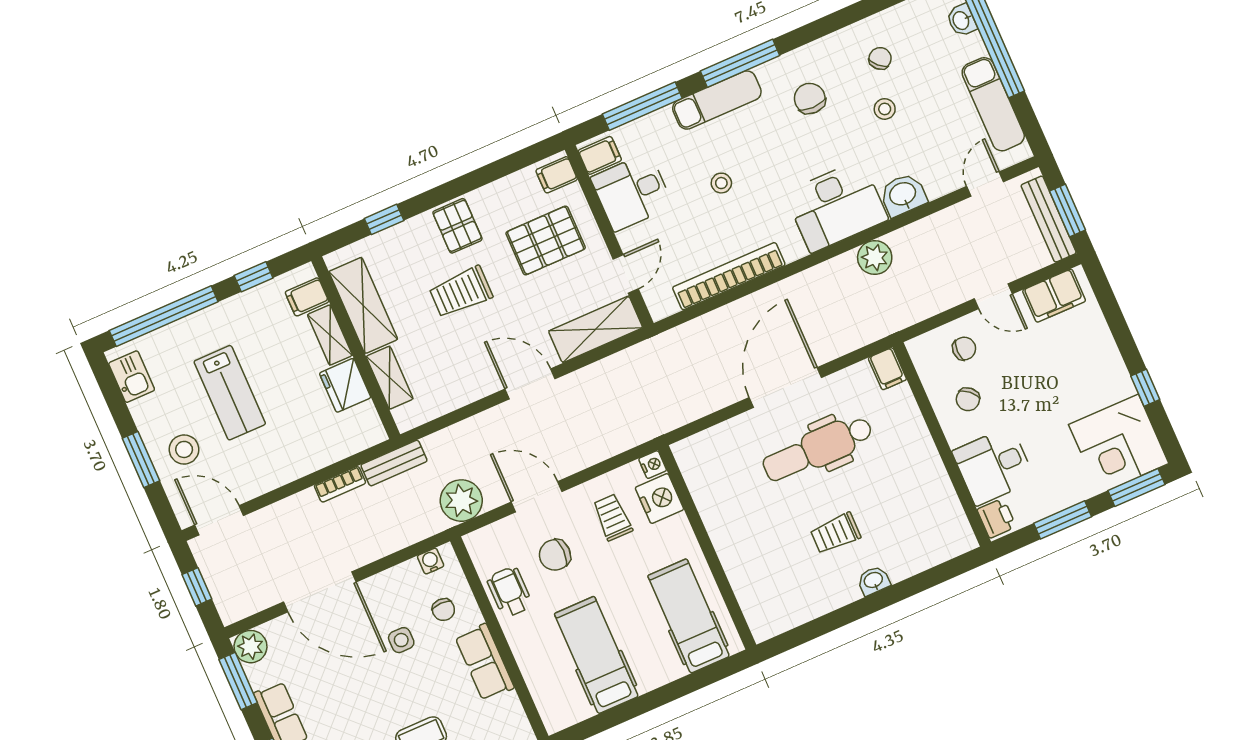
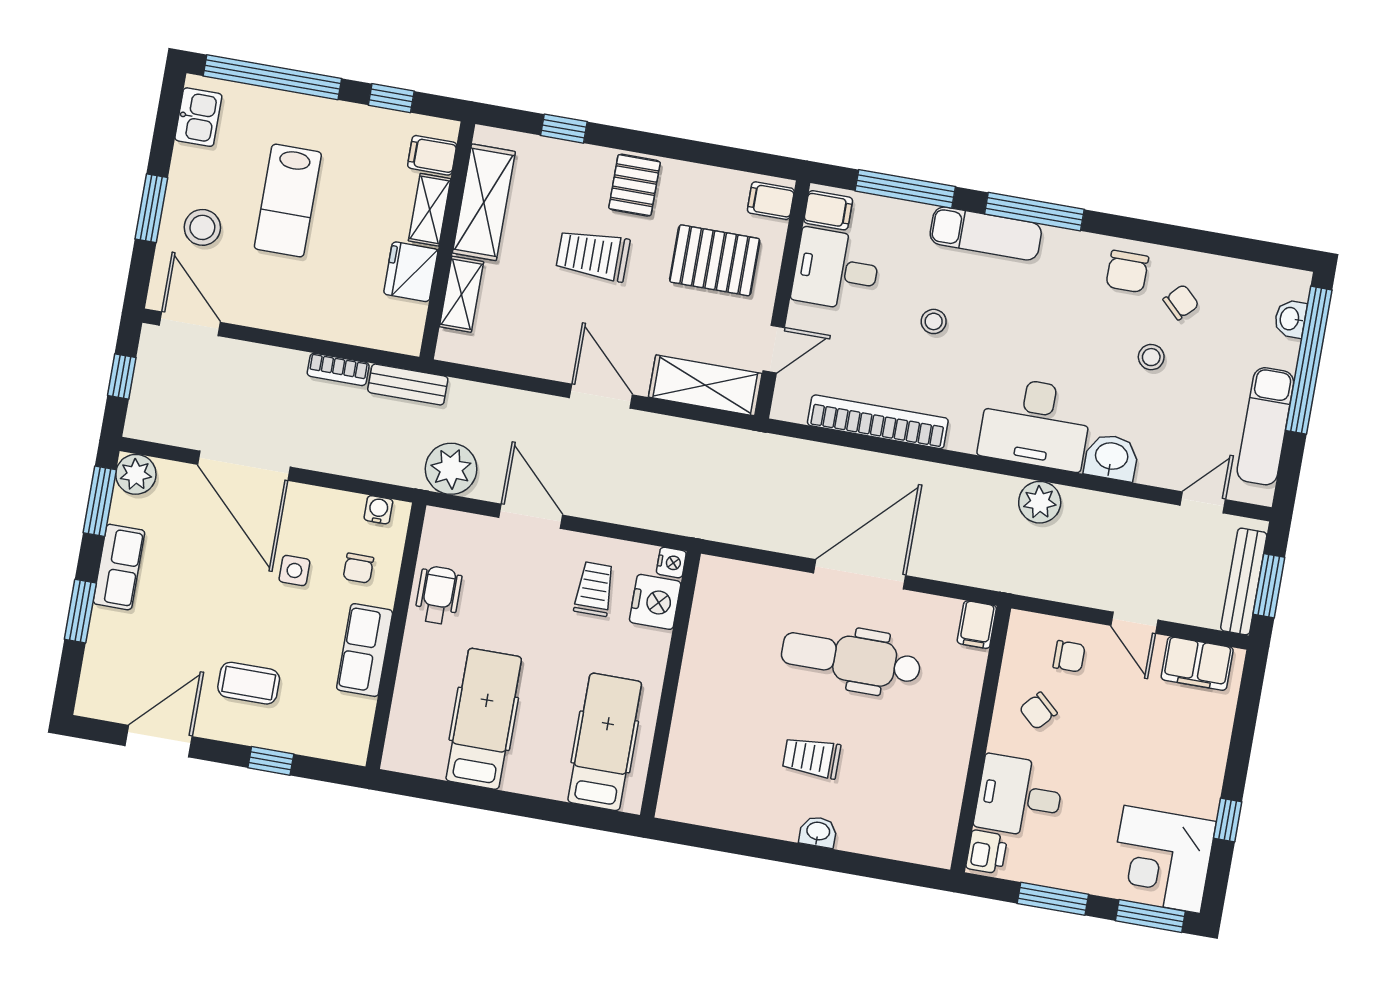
chair: (810, 98) -> (1127, 271), moved, turned 180
chair: (555, 555) -> (510, 588), removed

